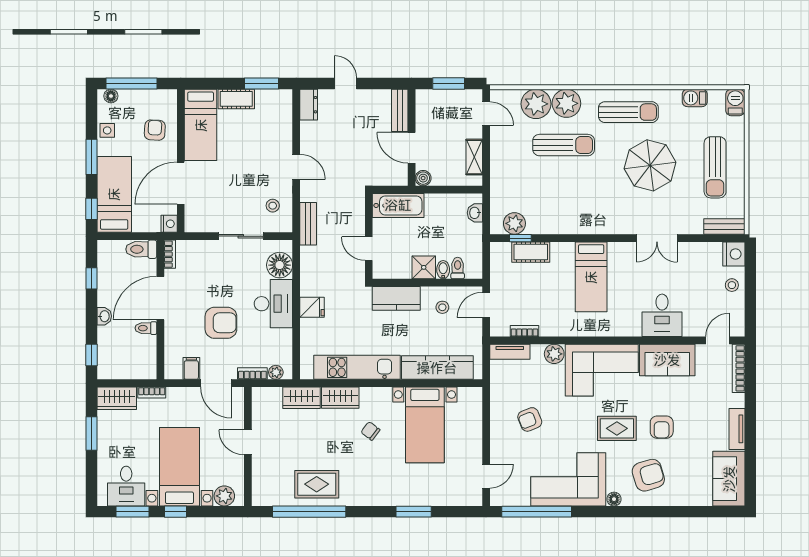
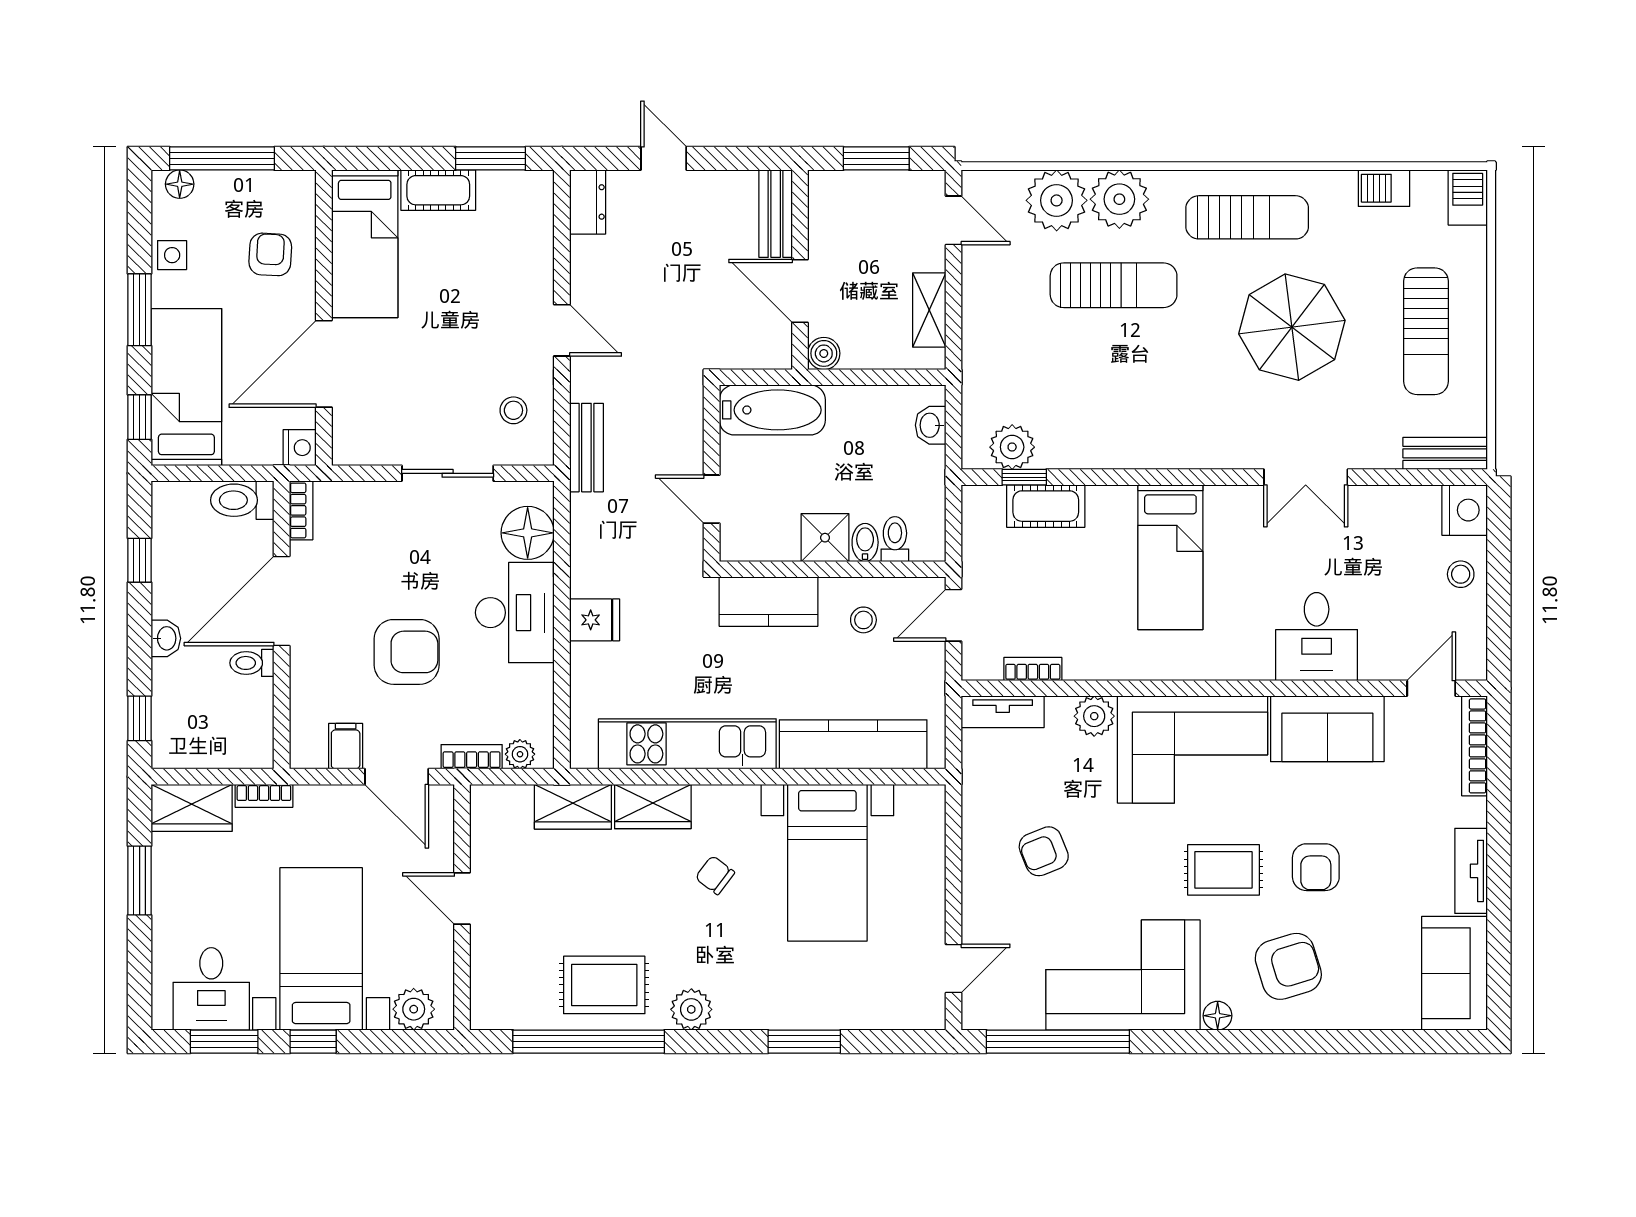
plant: (359, 496) -> (691, 1009), added

